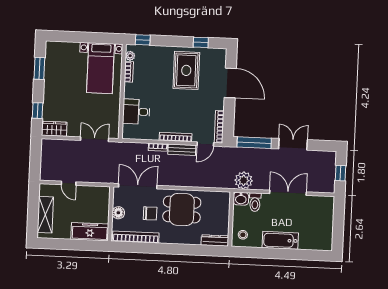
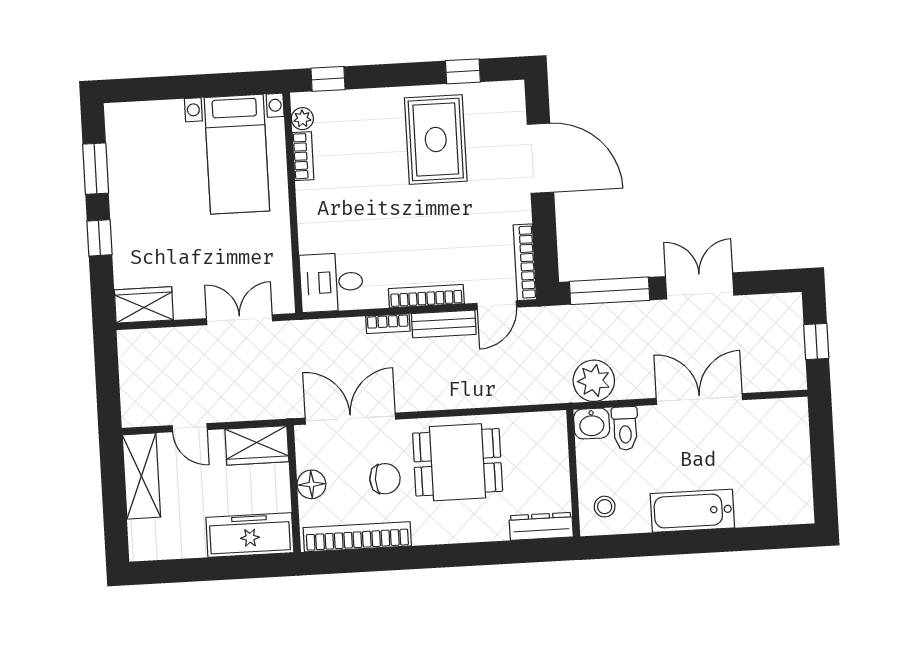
window: (38, 111) -> (99, 238), moved
desk: (136, 112) -> (331, 282), moved
wardrobe: (97, 194) -> (257, 445), added
shelving: (45, 215) -> (141, 476), moved

